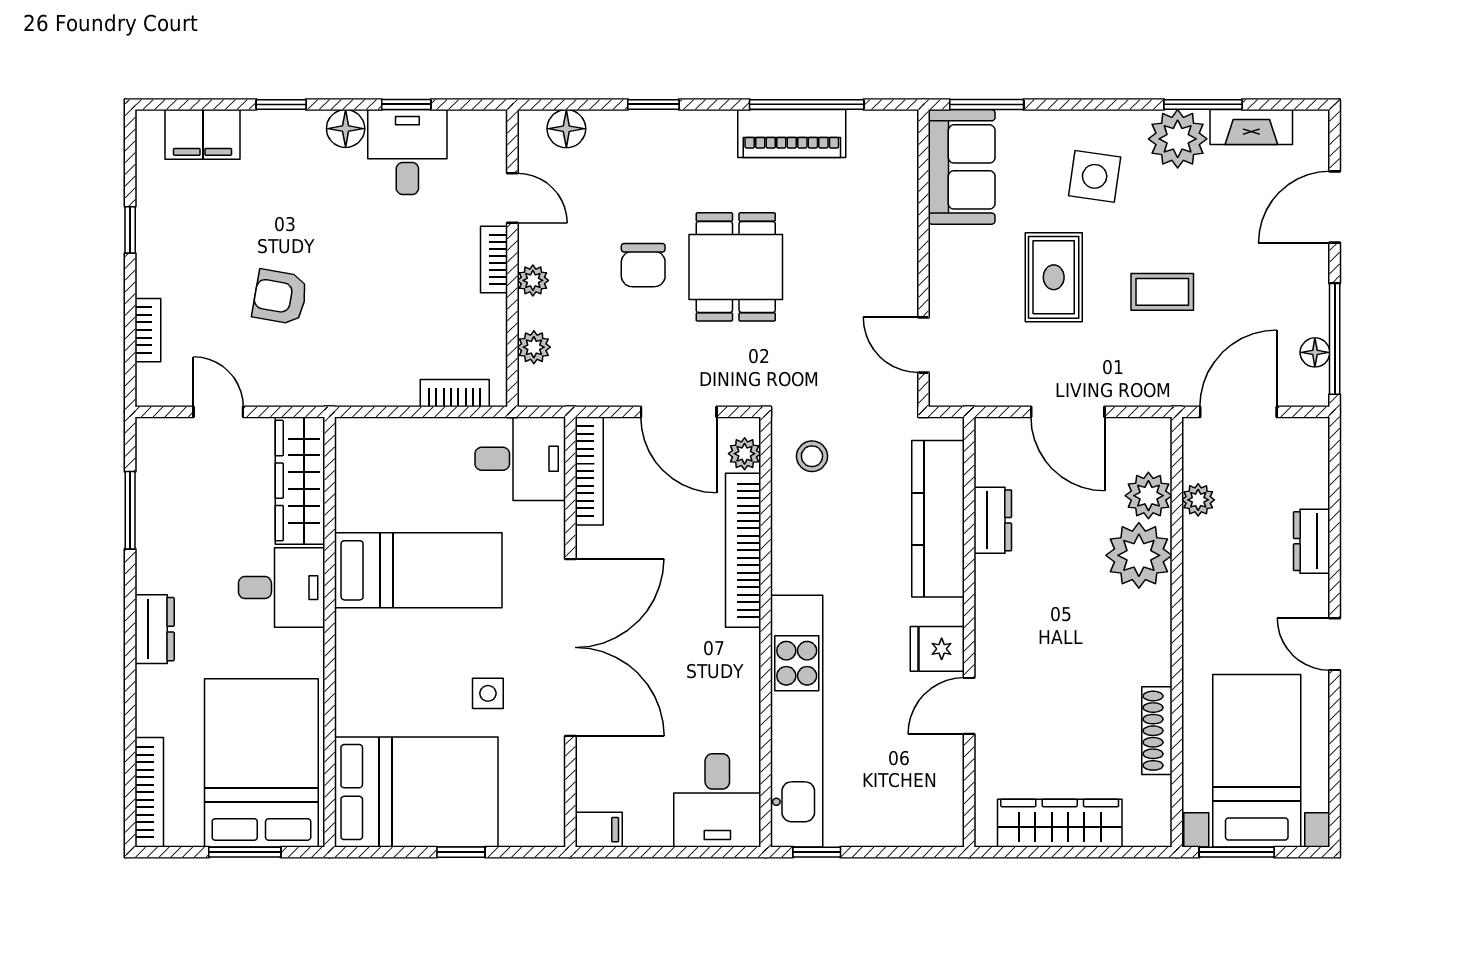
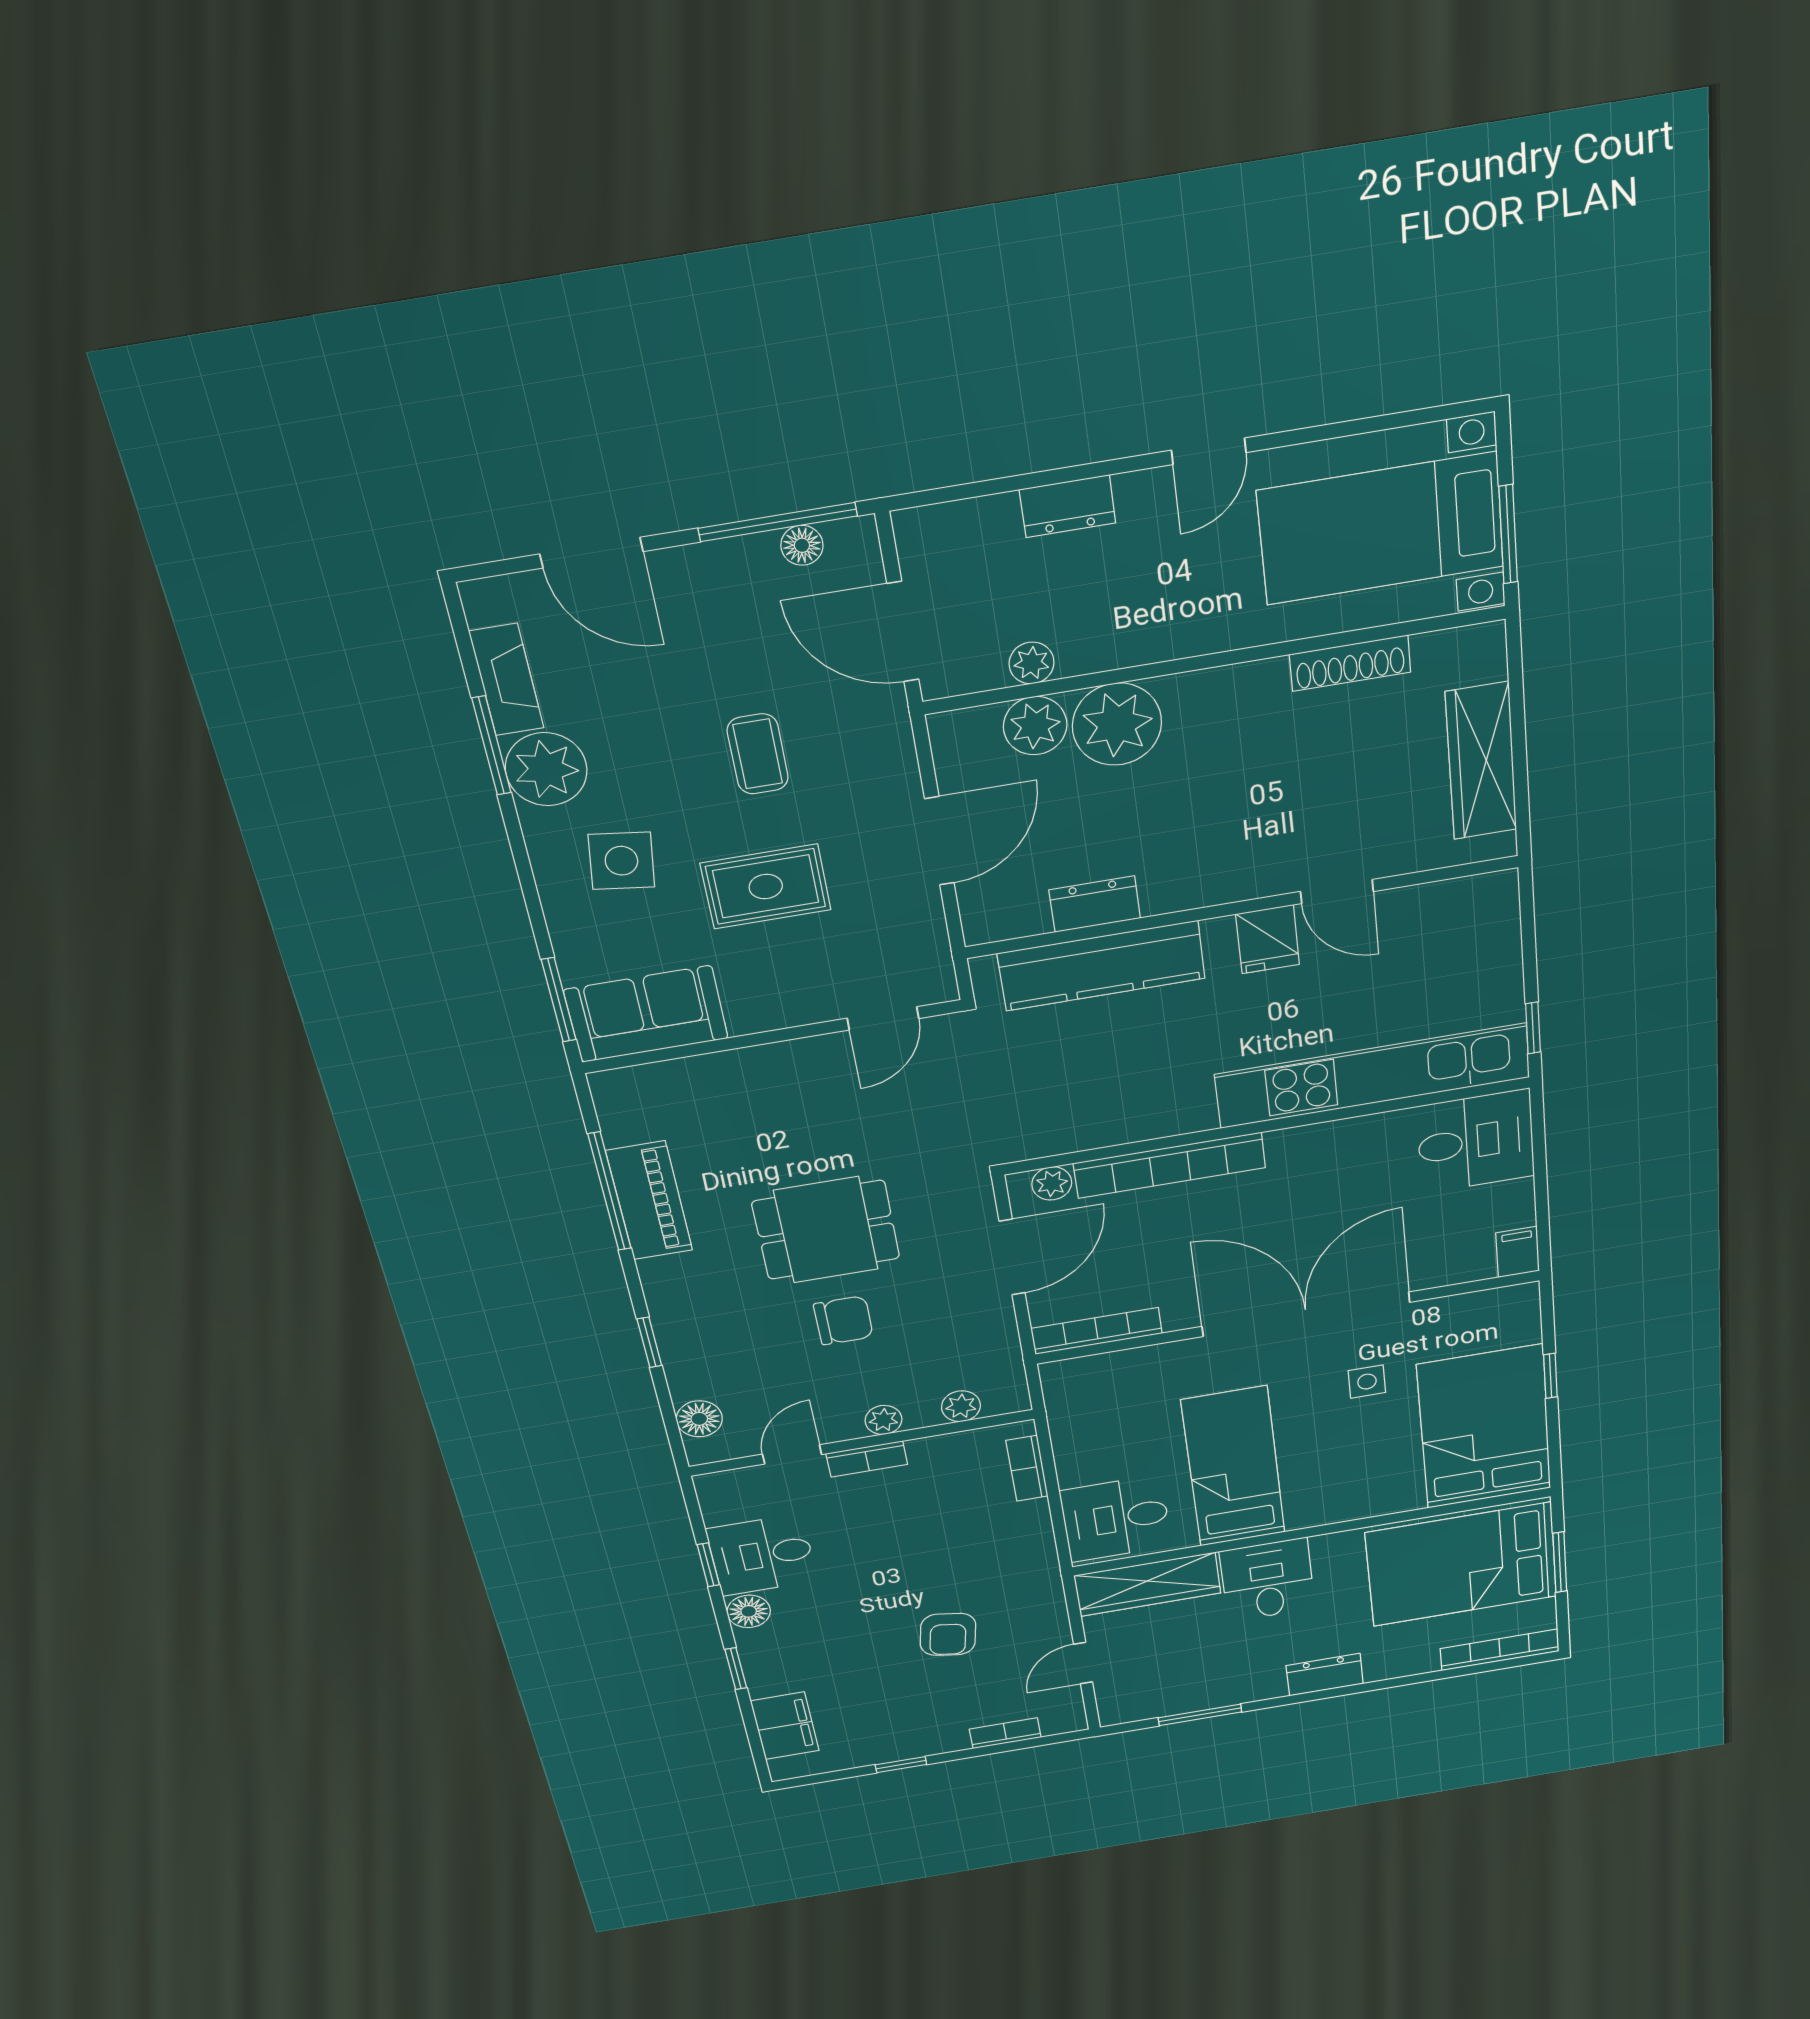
stool: (812, 456) -> (1044, 1114), removed
desk: (520, 459) -> (1116, 1519), moved, turned -90

